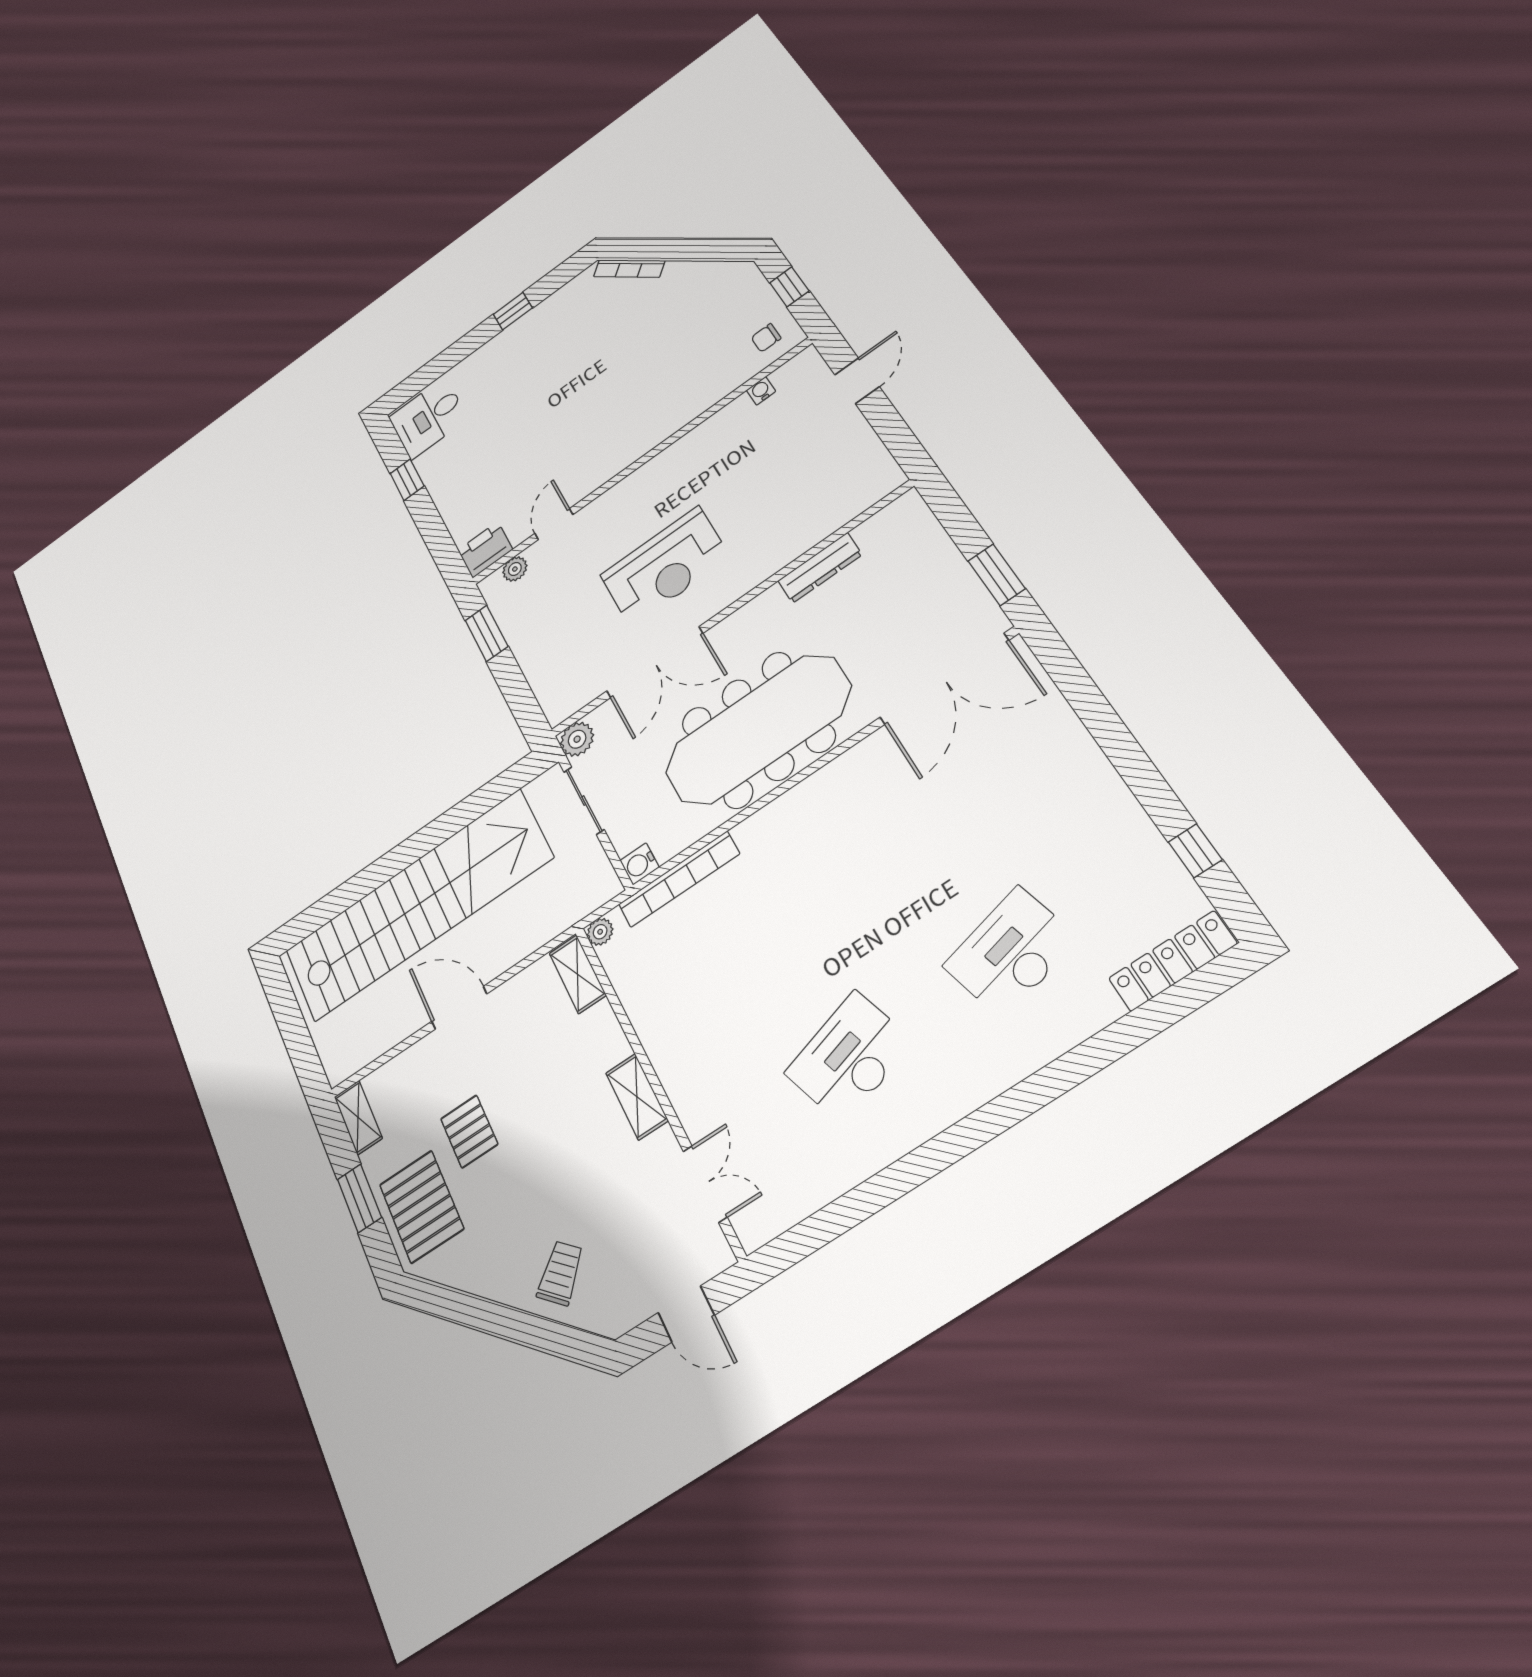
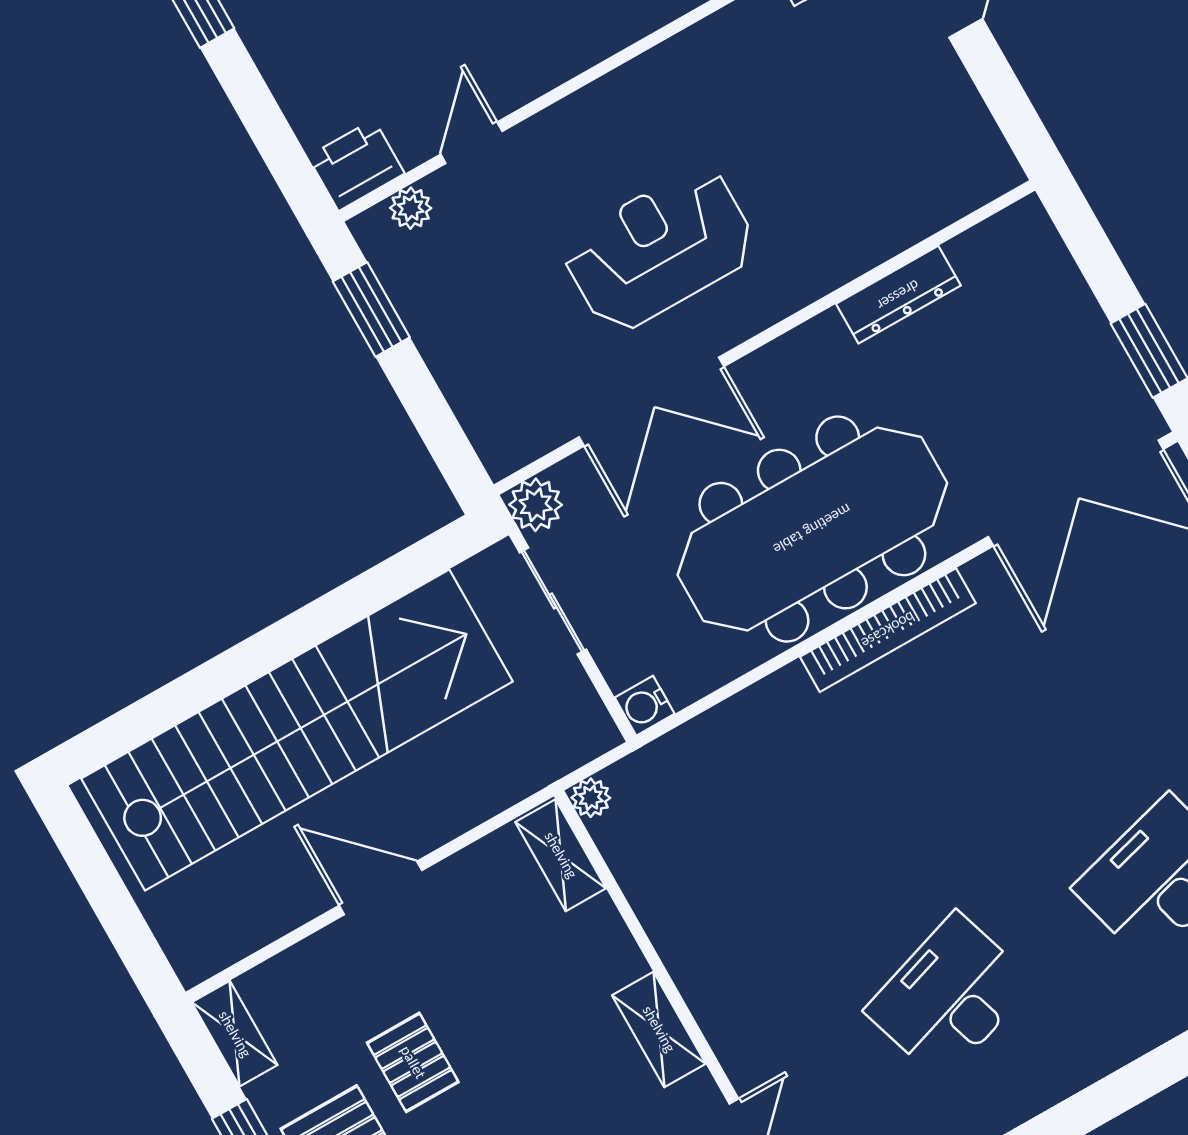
reception desk: (665, 566) -> (660, 249), turned 180
bookcase: (679, 879) -> (888, 630), moved

